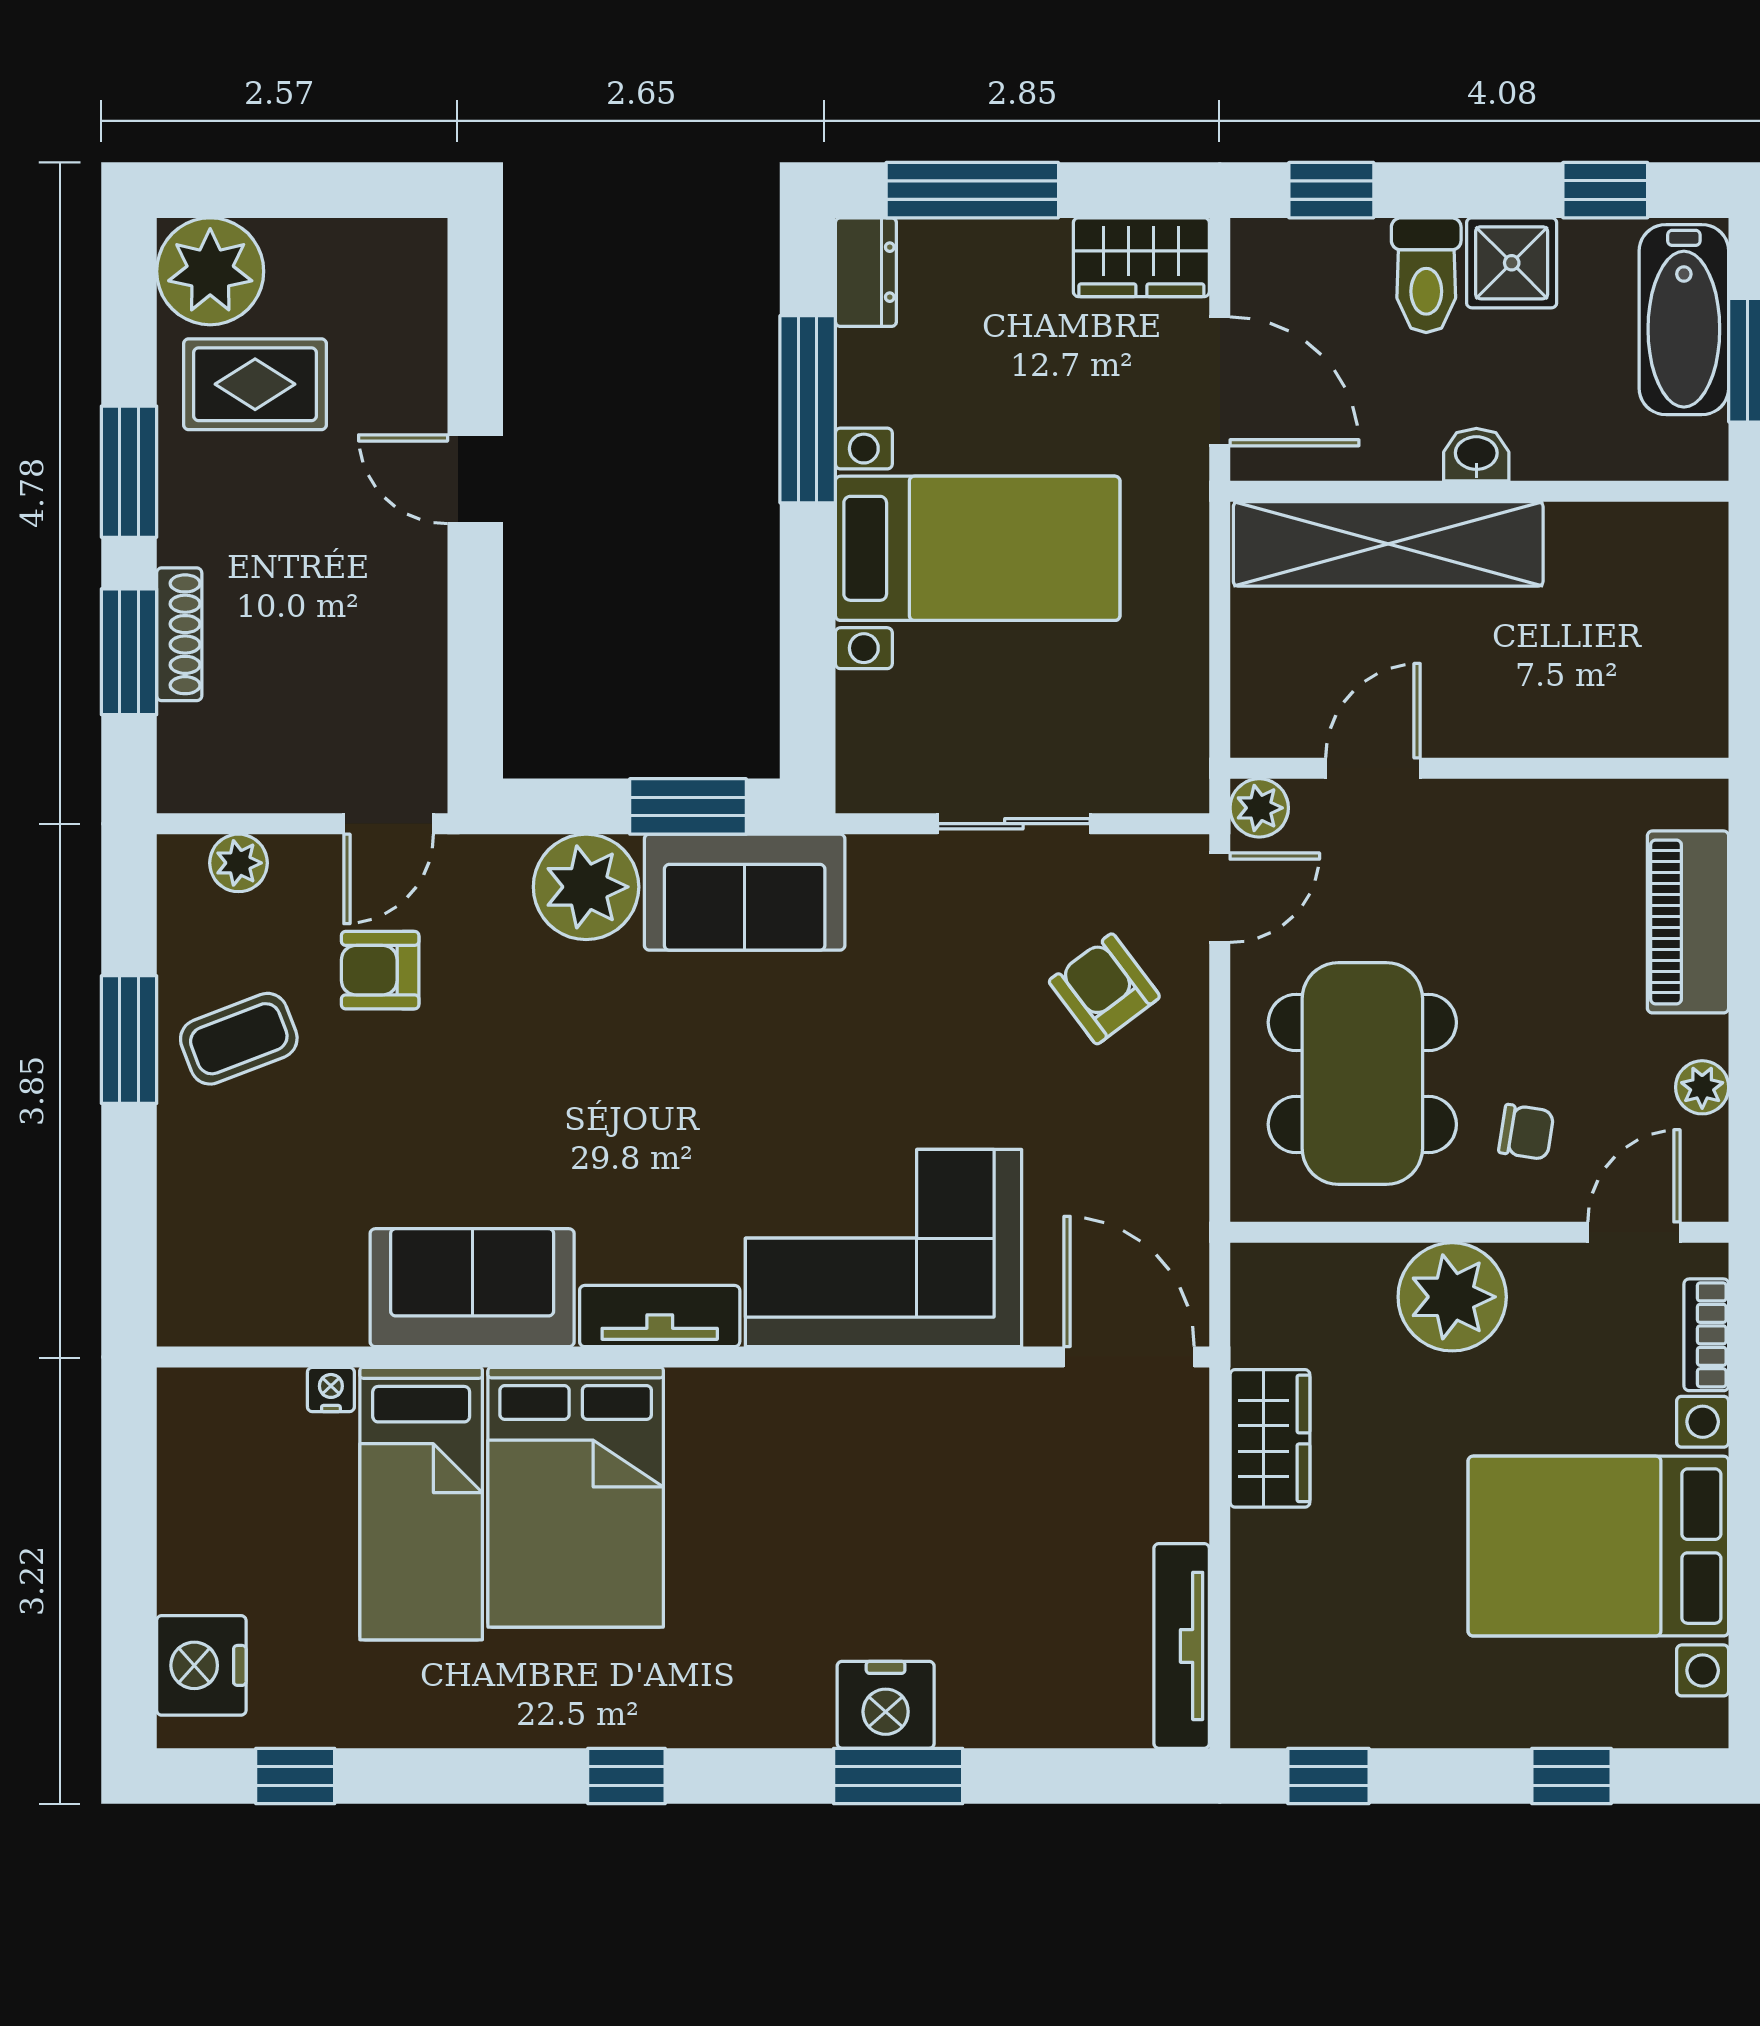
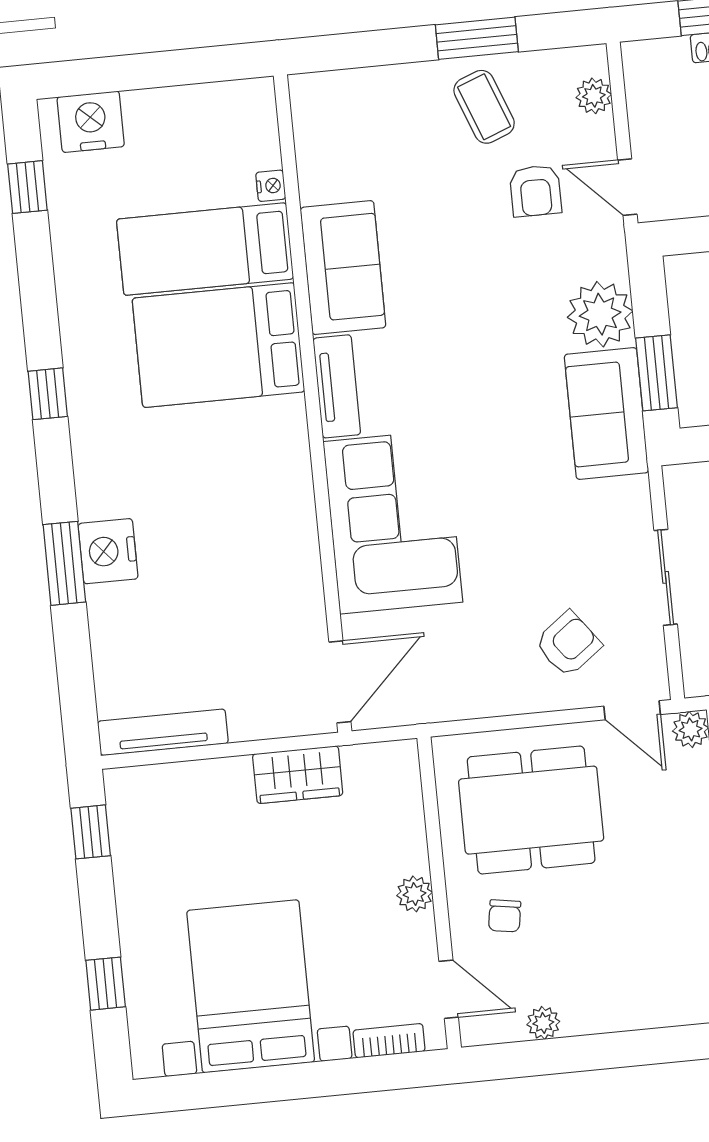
piano: (1688, 922) -> (646, 1004), removed
armchair: (380, 970) -> (536, 191), turned 180
plant: (1452, 1297) -> (415, 894), width x0.53, depth x0.53

